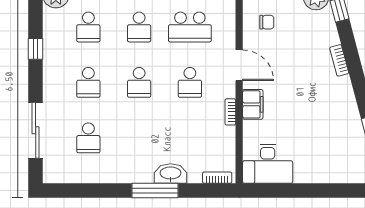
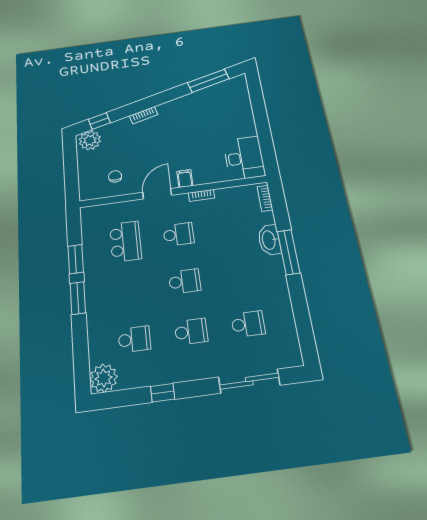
school desk: (139, 27) -> (130, 289), removed
filing cabinet: (253, 104) -> (185, 179), width x0.50

